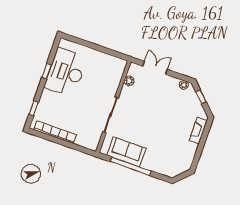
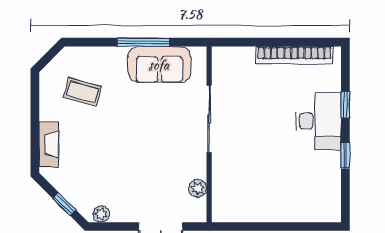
desk: (66, 72) -> (318, 121), moved, width x0.73, depth x0.77
window: (34, 108) -> (345, 105), moved
coffee table: (171, 152) -> (82, 92), added
window: (131, 166) -> (143, 42), width x0.68

